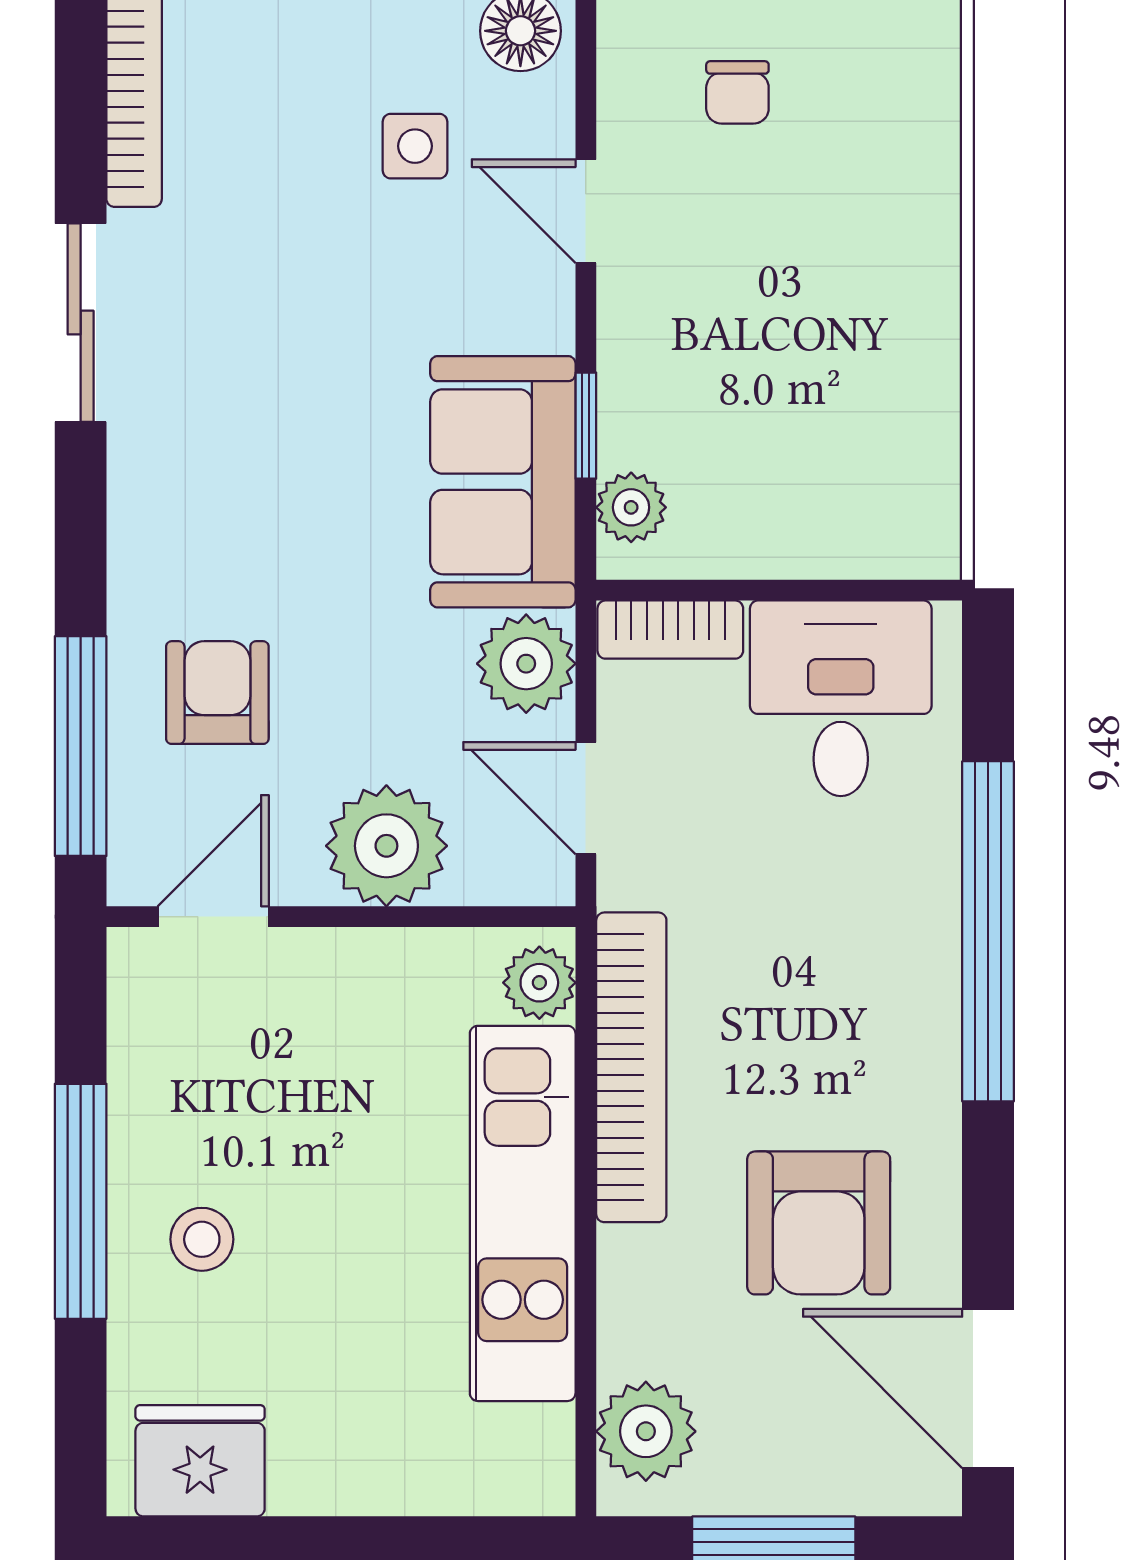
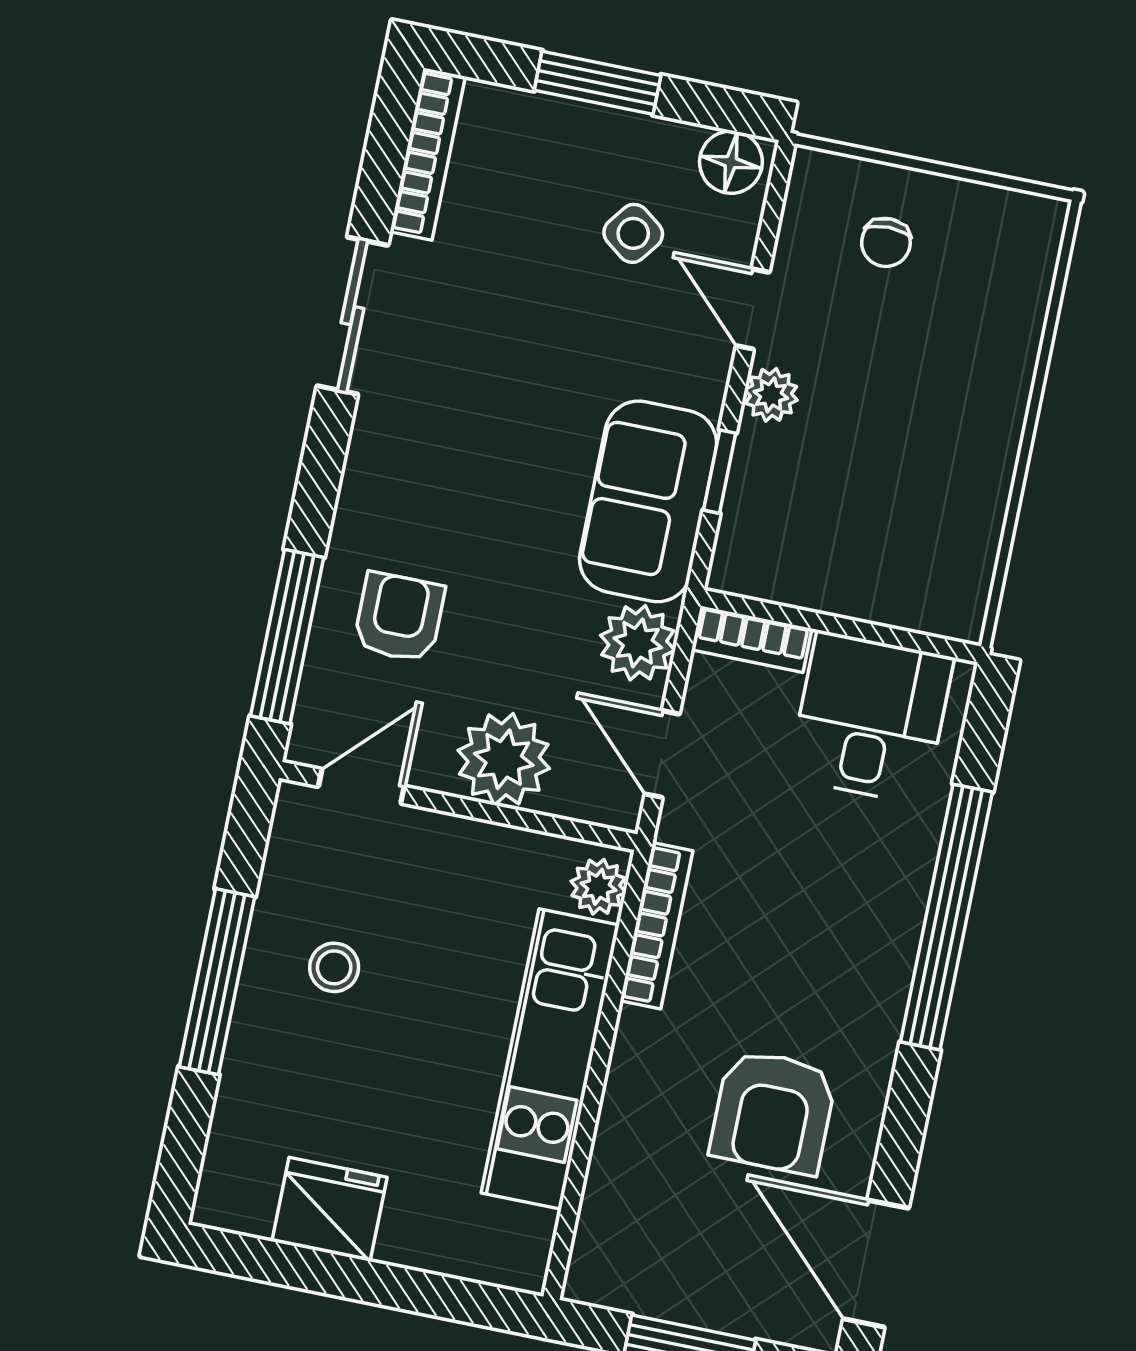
side table: (415, 146) -> (633, 233), turned 37
plant: (631, 507) -> (771, 395), moved
bookcase: (631, 1067) -> (657, 926), width x0.68, depth x0.76
stool: (202, 1239) -> (334, 967), moved
plant: (646, 1431) -> (610, 1243), removed
fridge: (200, 1461) -> (329, 1209), moved

